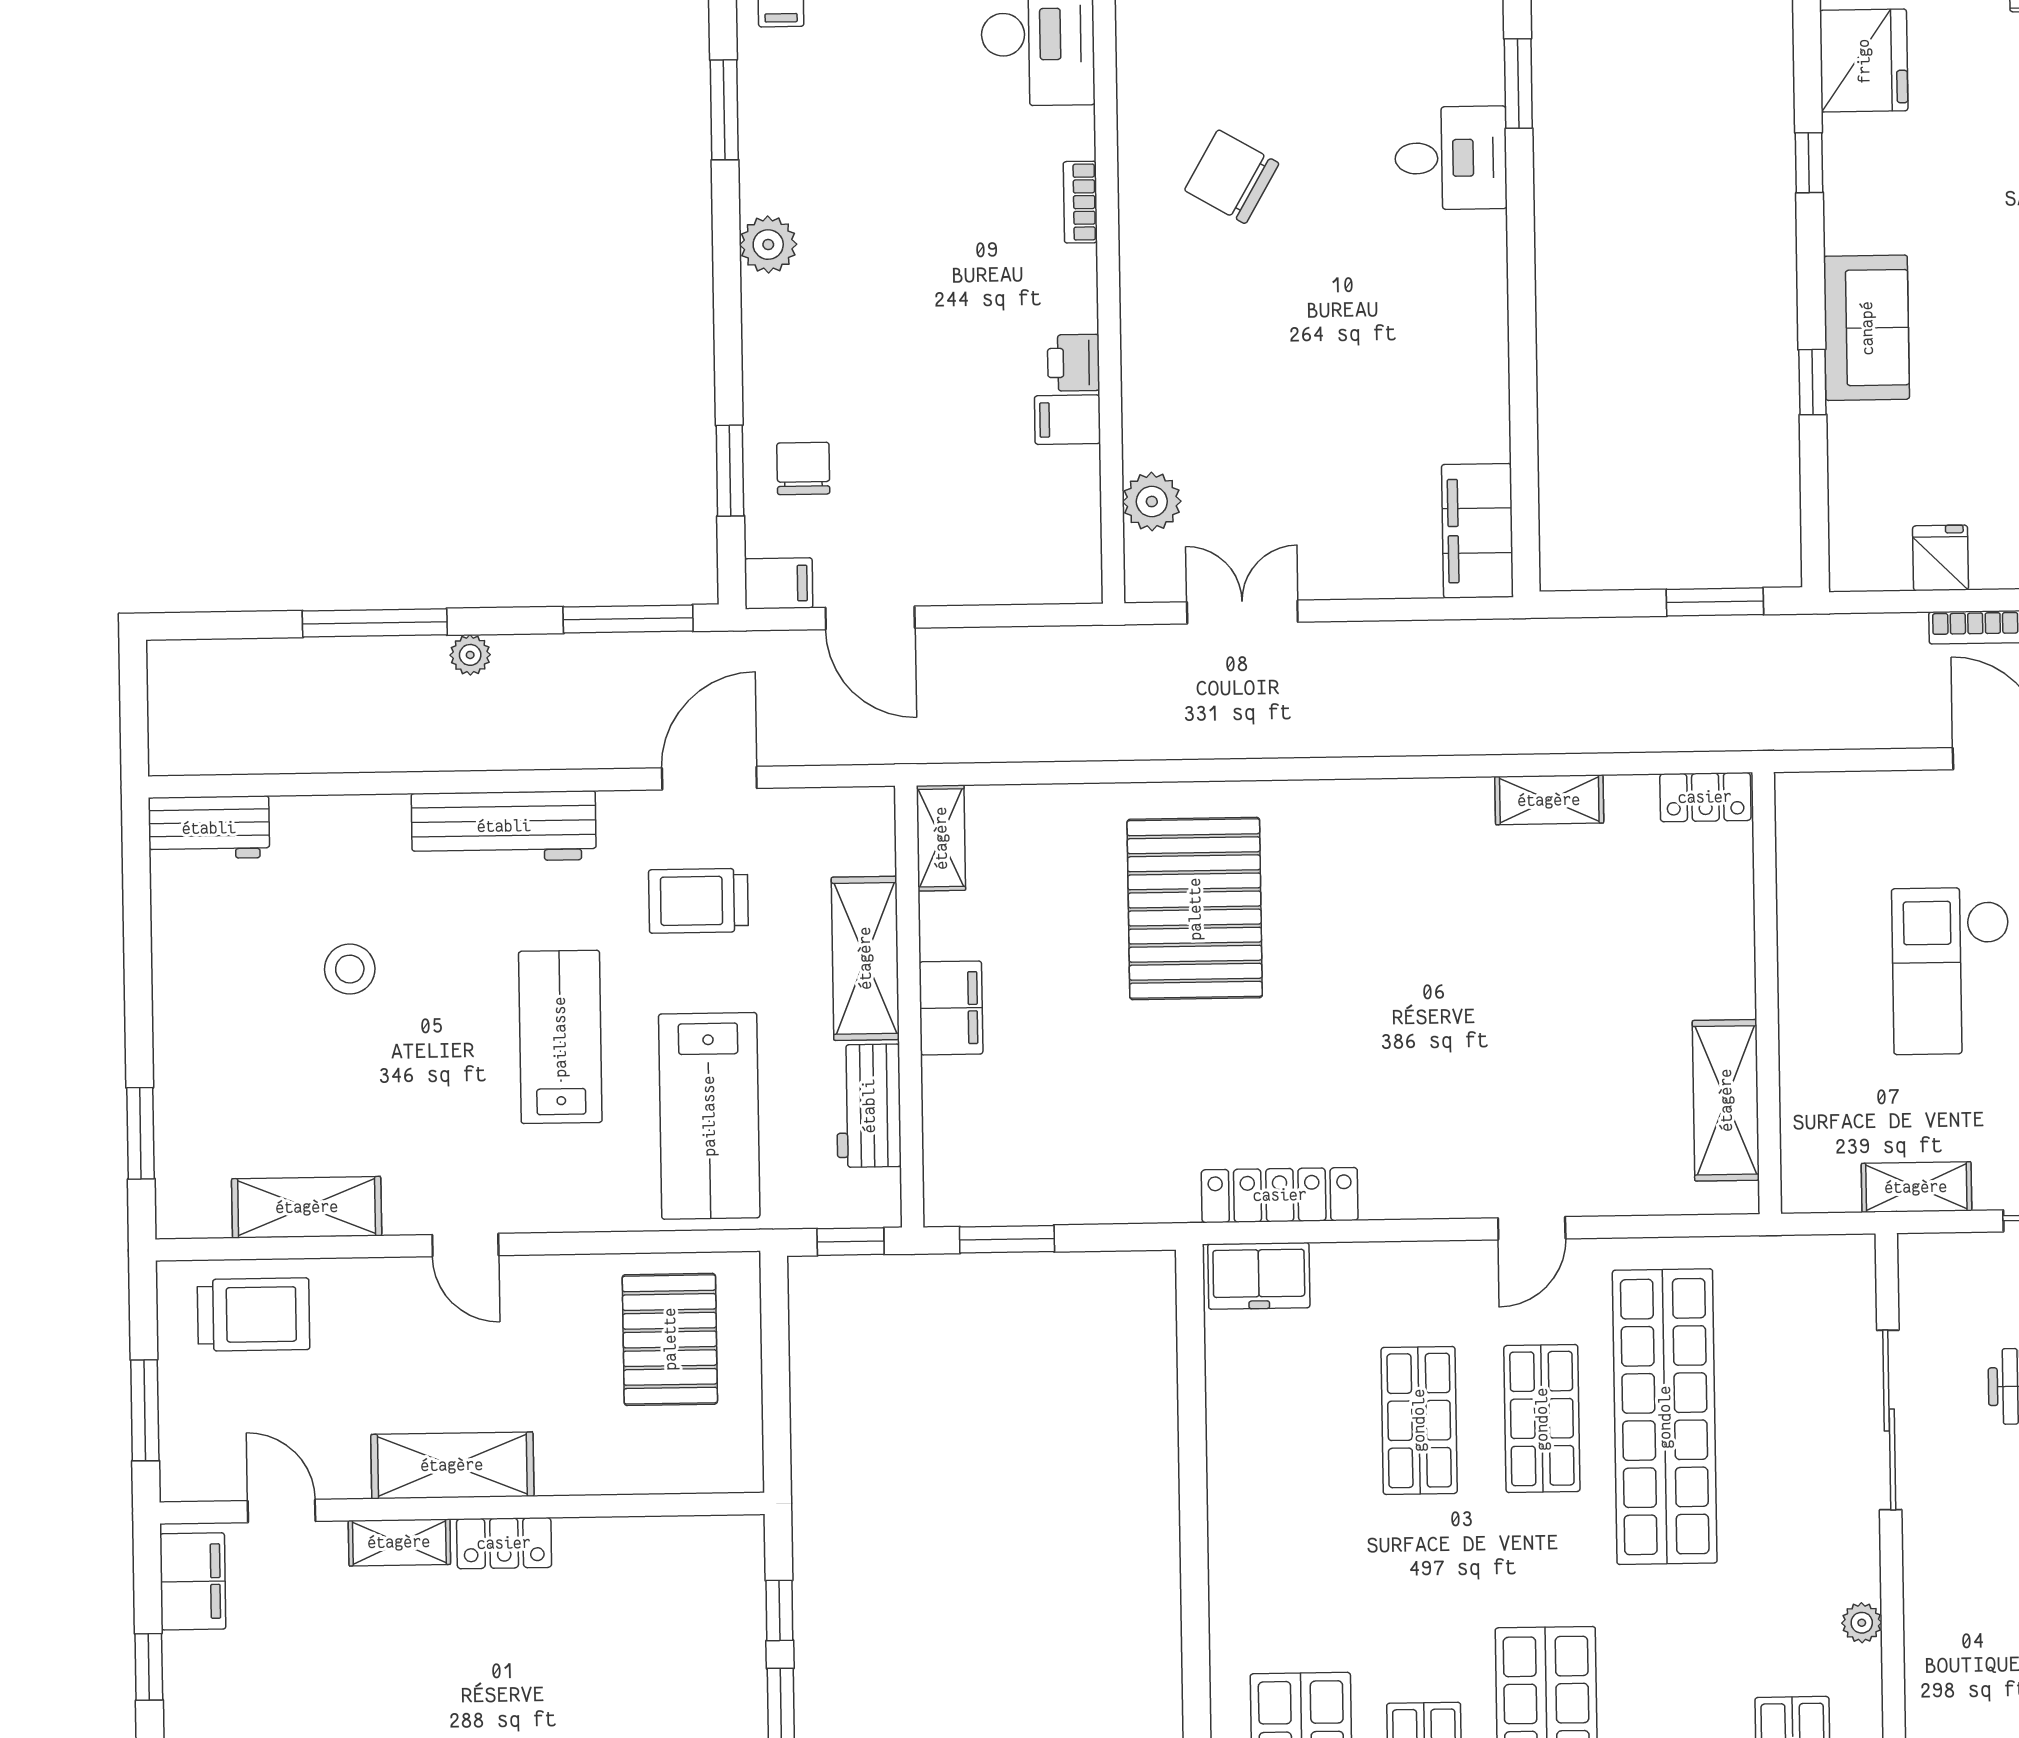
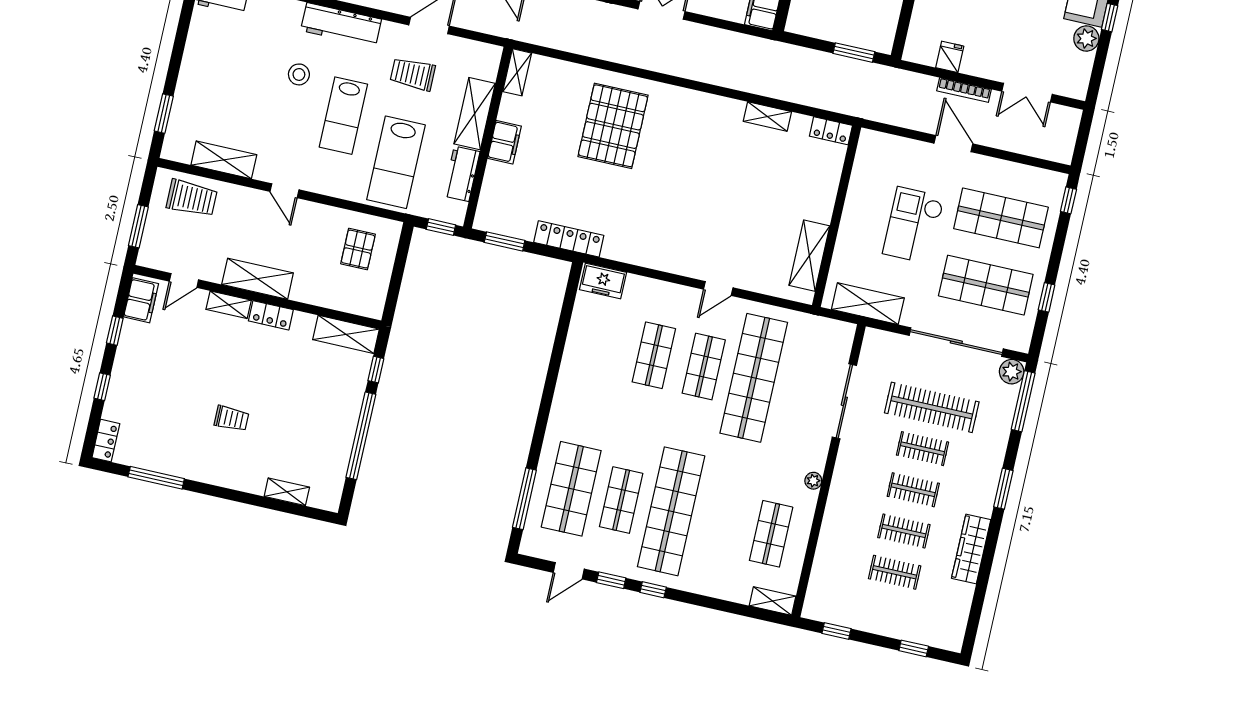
stool: (350, 969) -> (299, 74), moved
lab bench: (560, 1037) -> (343, 116), turned 180
shelving: (1916, 1187) -> (868, 304), width x1.50, depth x1.33
locker: (1280, 1195) -> (569, 239), moved
pallet: (670, 1339) -> (358, 249), width x0.67, depth x0.71
door: (282, 1511) -> (184, 280), swing flipped
shelving: (690, 1545) -> (346, 334), added

